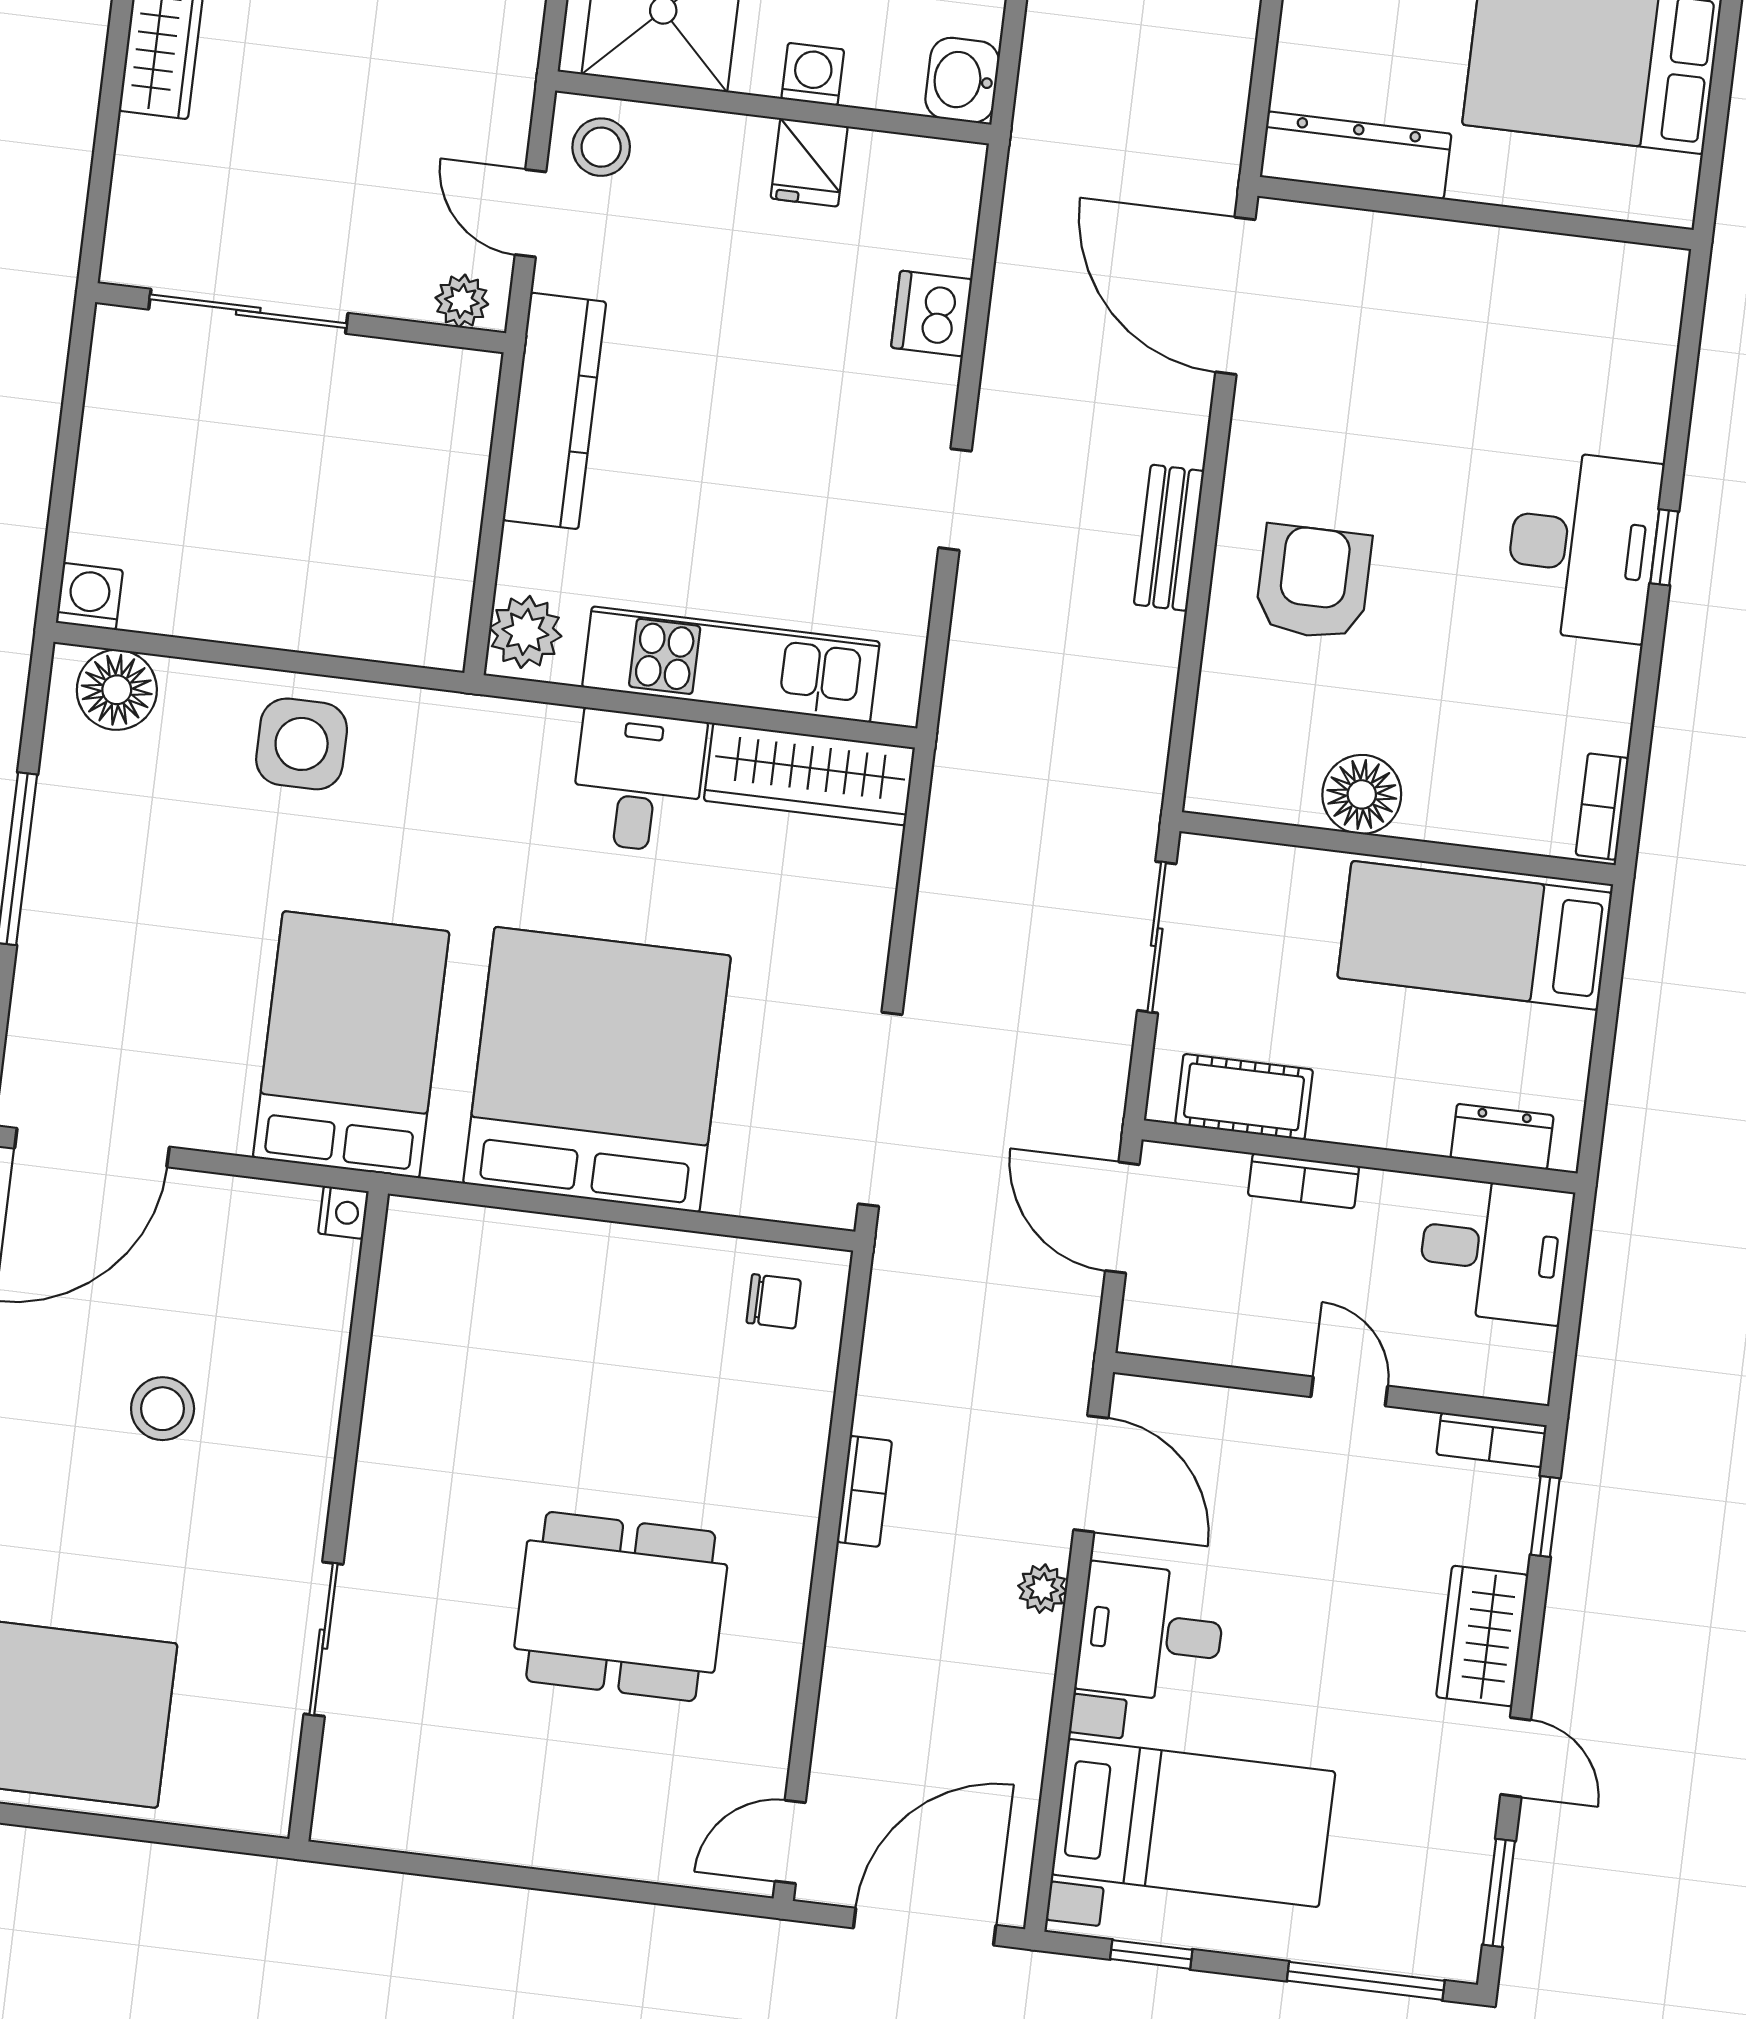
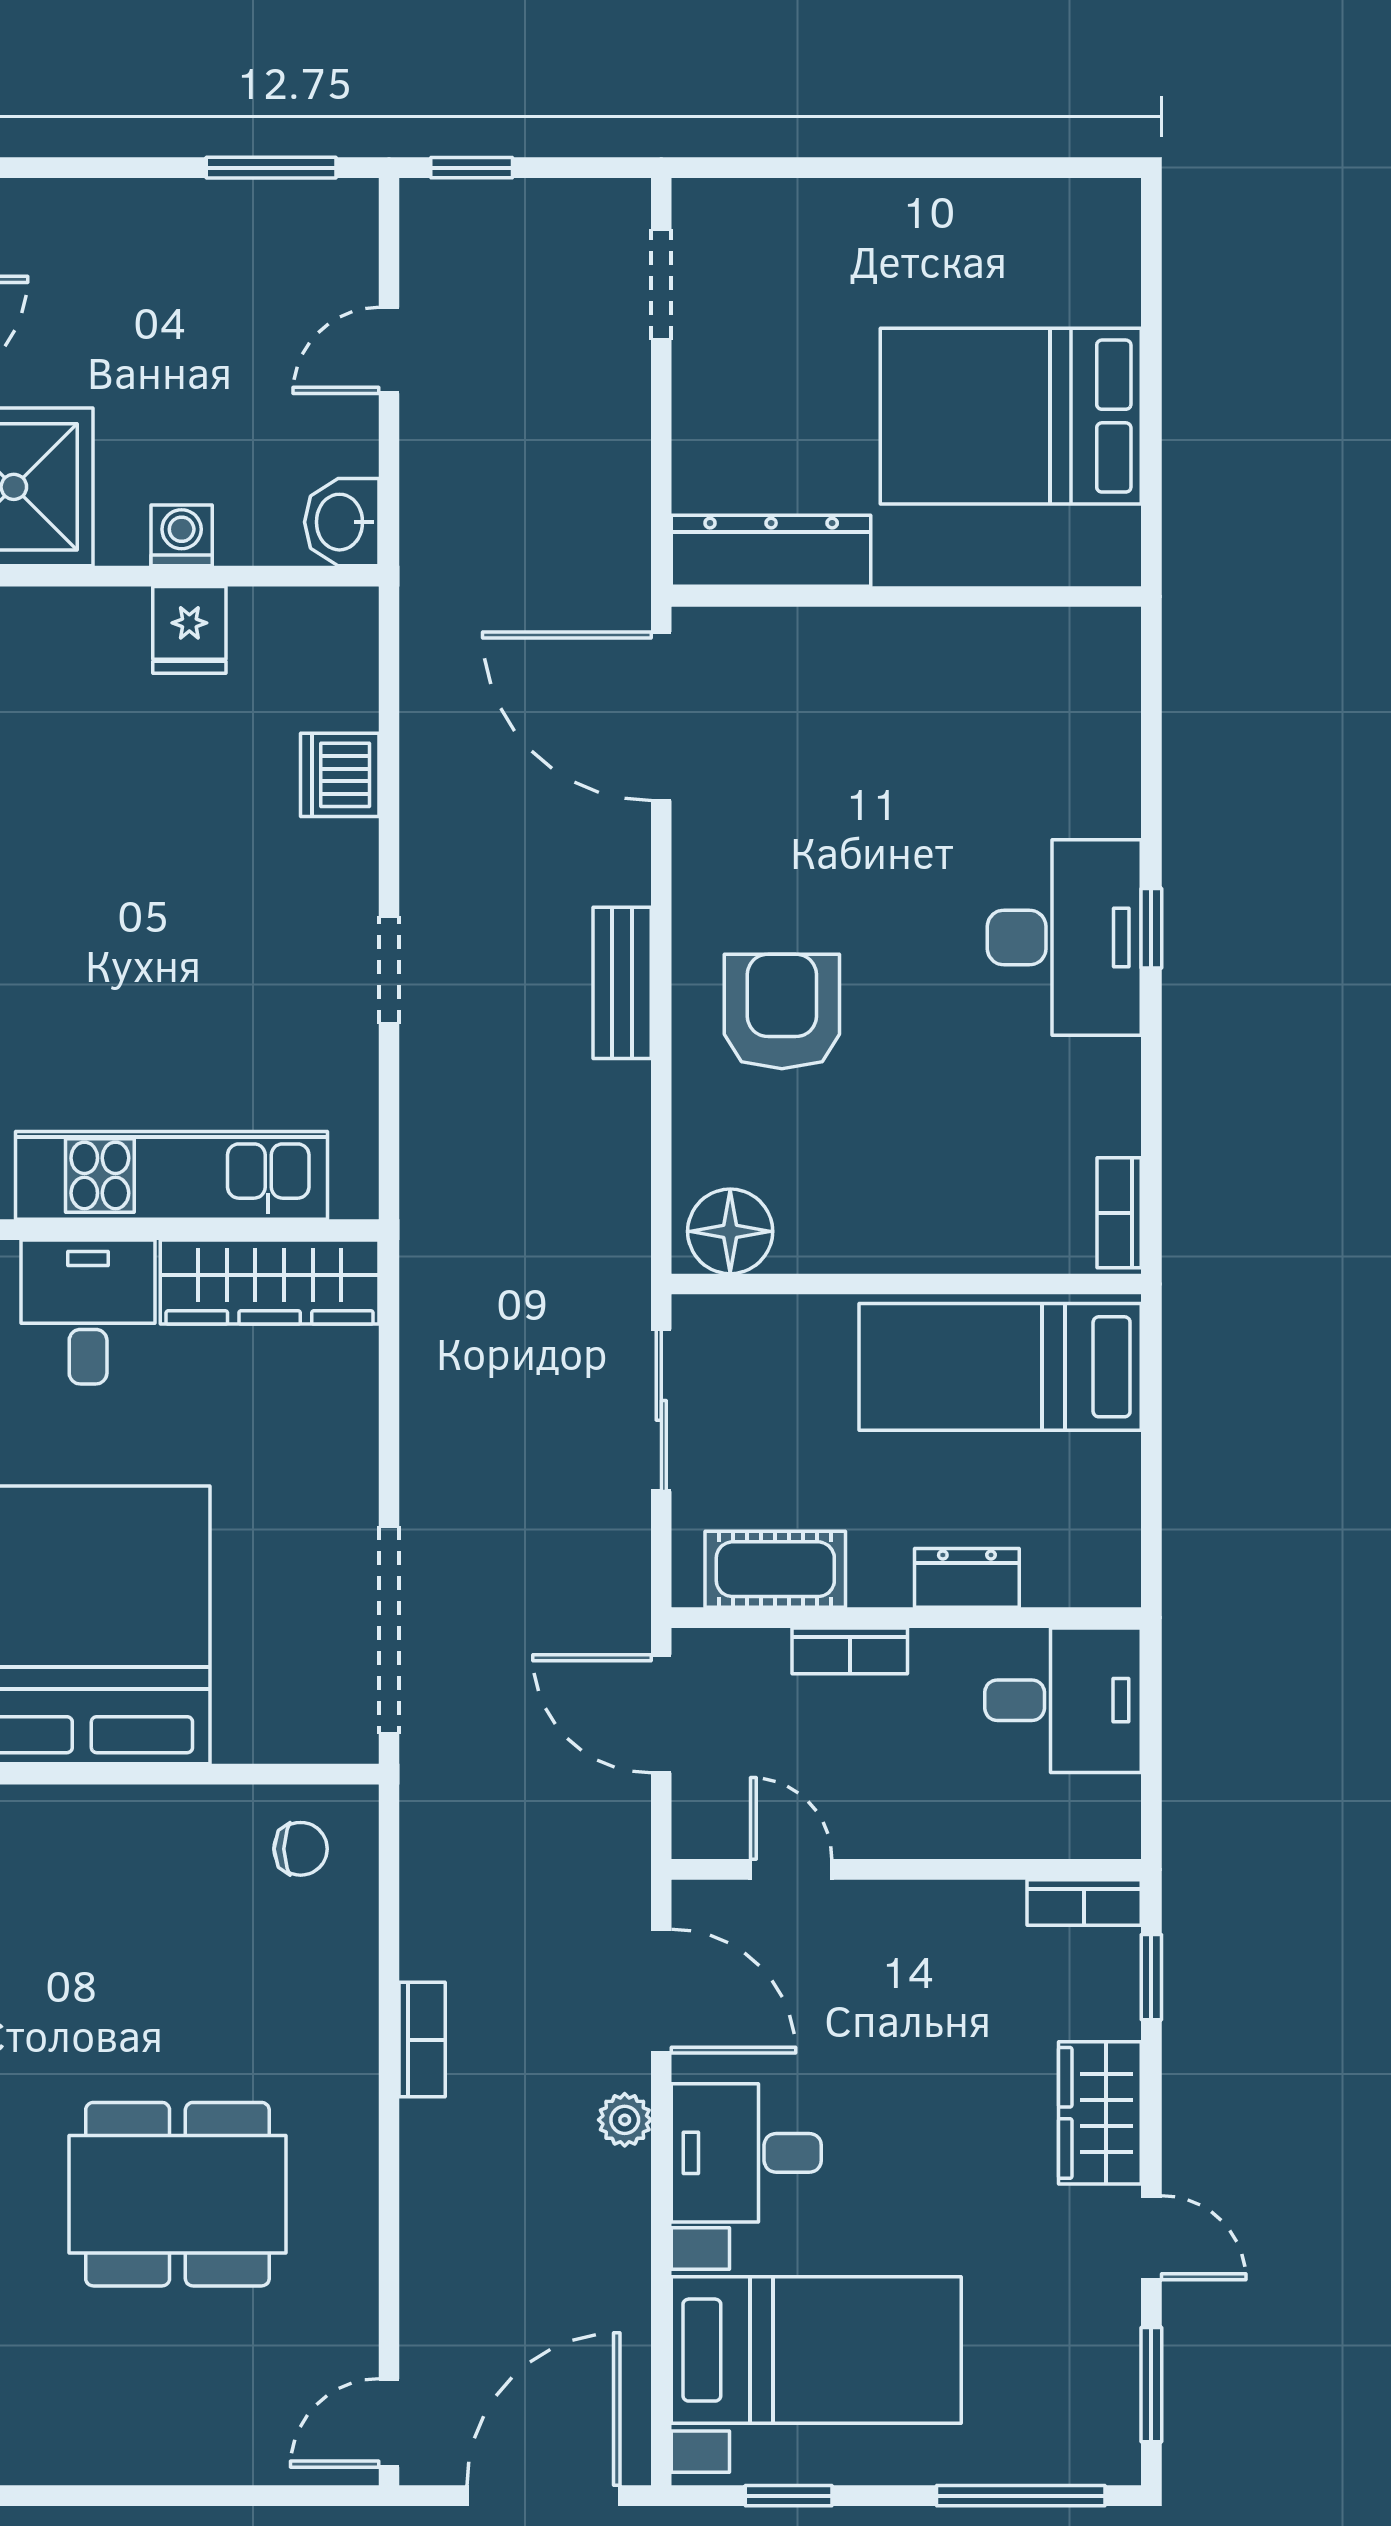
floor lamp: (1362, 794) -> (730, 1231), moved
dresser: (1502, 1137) -> (967, 1578), moved
door: (1349, 1391) -> (791, 1869), moved

